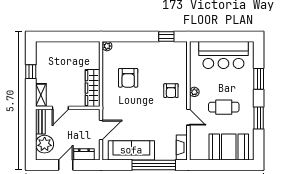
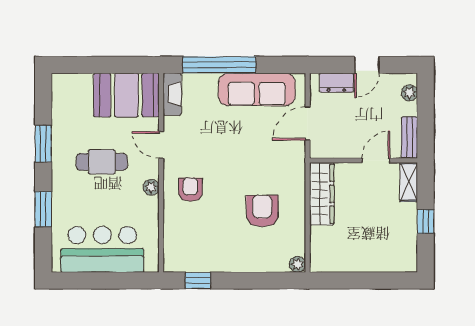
plant: (45, 144) -> (409, 93), width x0.53, depth x0.53
booth: (229, 147) -> (126, 95), moved

